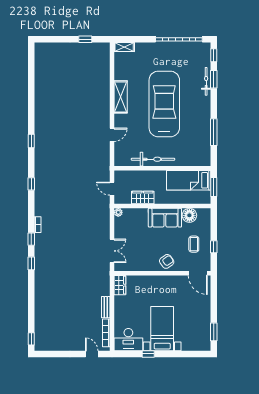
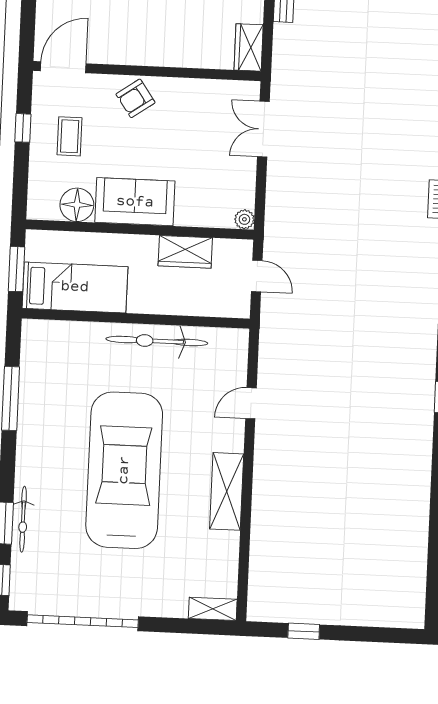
car: (164, 104) -> (124, 470), turned 180
door: (198, 273) -> (63, 67), hinge flipped

